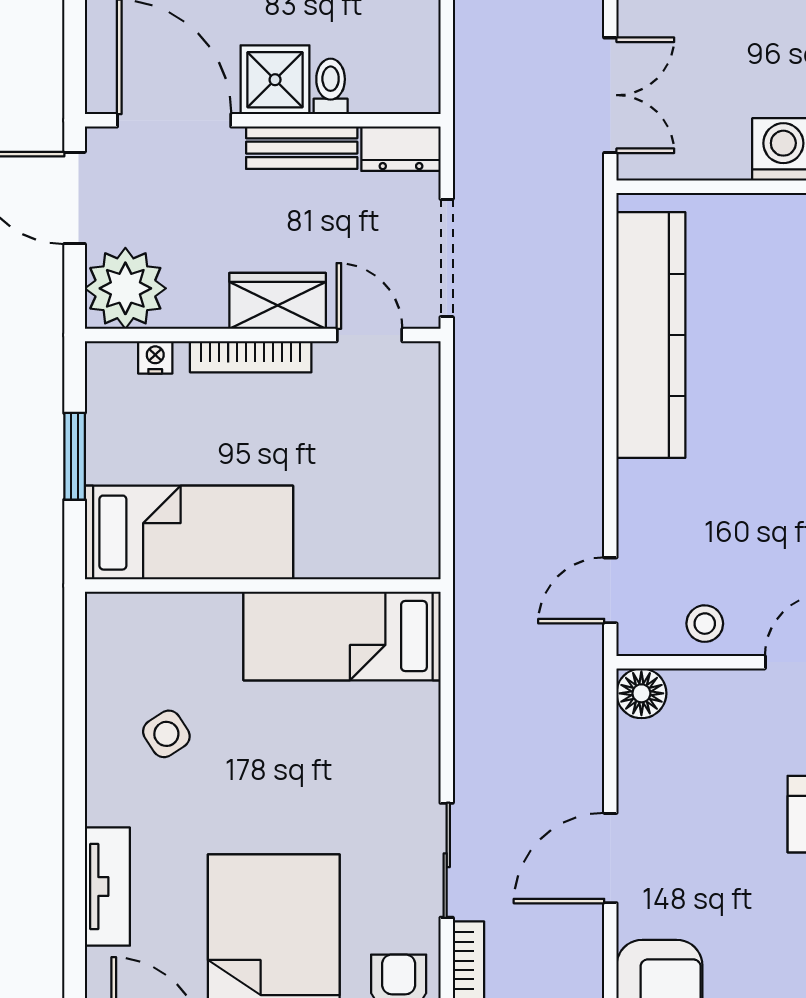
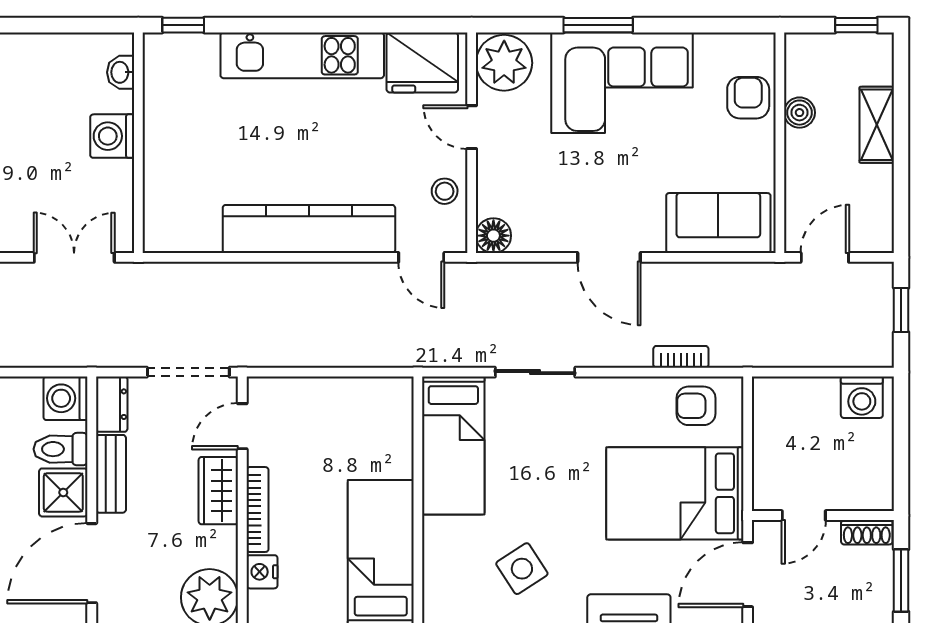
washing machine: (409, 83) -> (66, 398), added
toilet: (331, 86) -> (61, 449), width x1.37, depth x1.39
kitchen counter: (651, 335) -> (309, 229), moved
nightstand: (155, 357) -> (262, 572), width x1.39, depth x1.35
side table: (166, 734) -> (522, 569), width x1.37, depth x1.37
sliding door: (447, 860) -> (535, 372), moved

